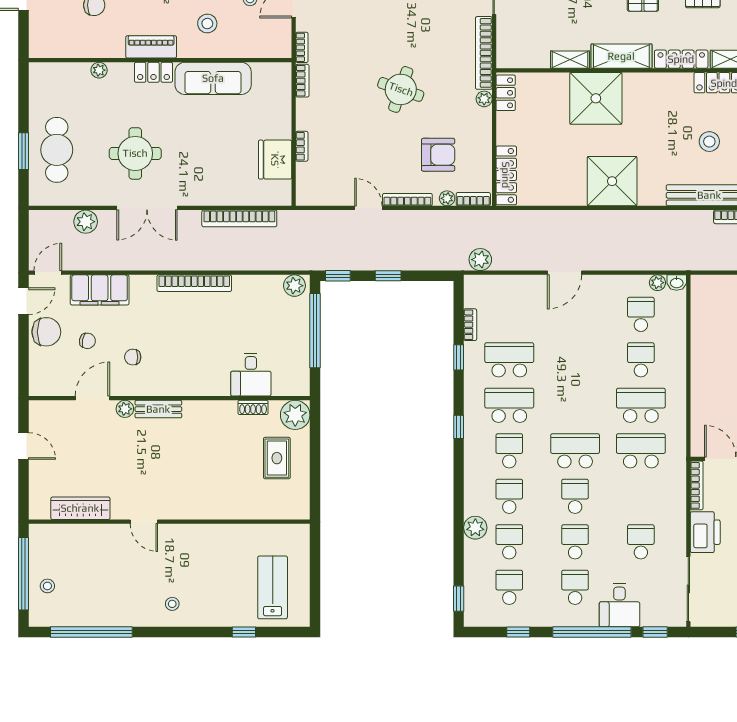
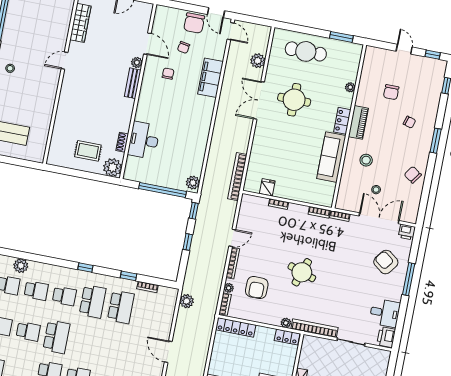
window: (24, 151) -> (341, 37), moved
fridge: (275, 160) -> (267, 187), width x0.53, depth x0.75
bookcase: (239, 218) -> (237, 177), moved
bookcase: (194, 283) -> (206, 121), removed
filing cabinet: (100, 290) -> (211, 78), moved
desk: (251, 375) -> (144, 140), width x1.37

